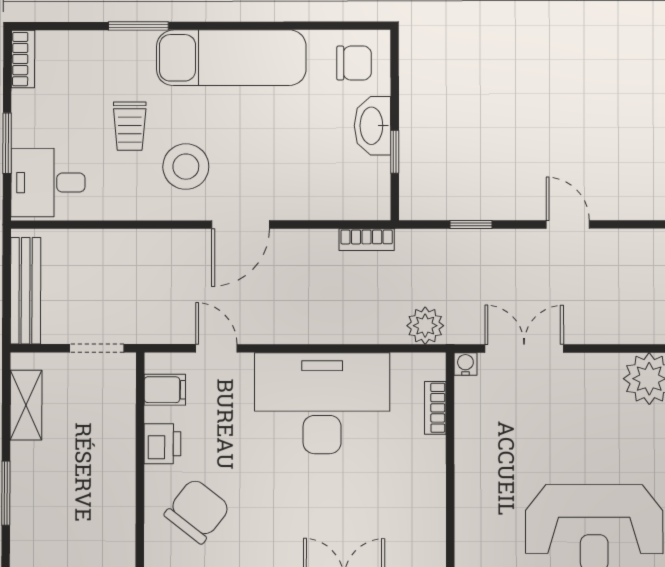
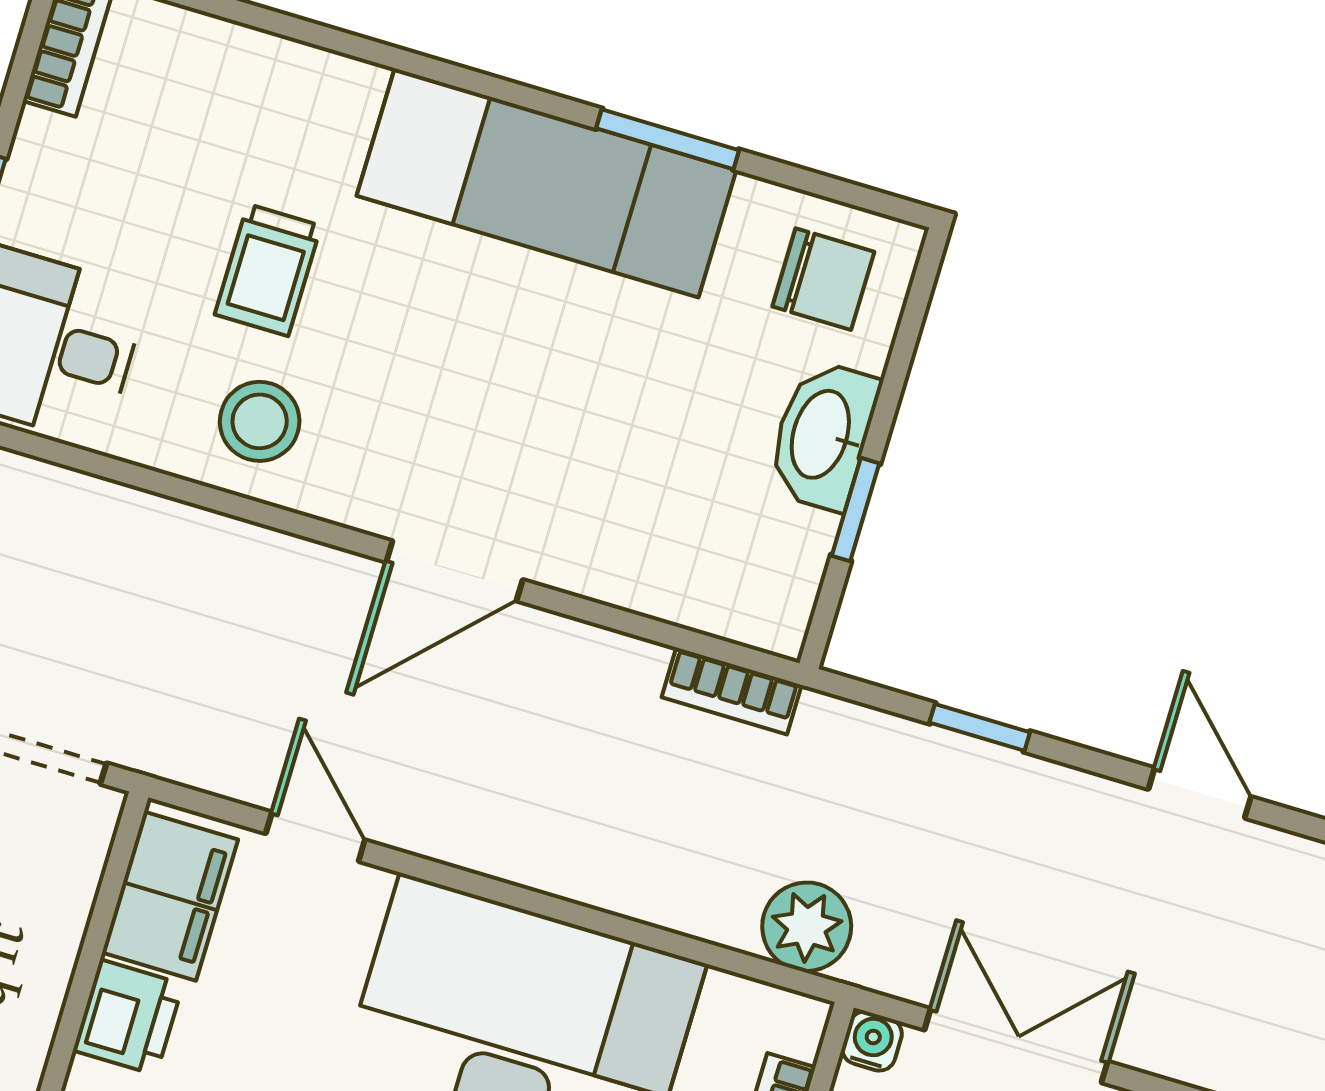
window: (138, 26) -> (668, 139), moved
stool: (186, 167) -> (260, 421), moved, width x0.73, depth x0.73
filing cabinet: (165, 390) -> (170, 896), width x2.00

